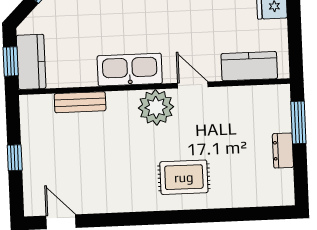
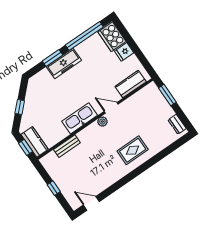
plant: (156, 107) -> (102, 122), width x0.53, depth x0.53
dresser: (283, 150) -> (177, 124), moved

